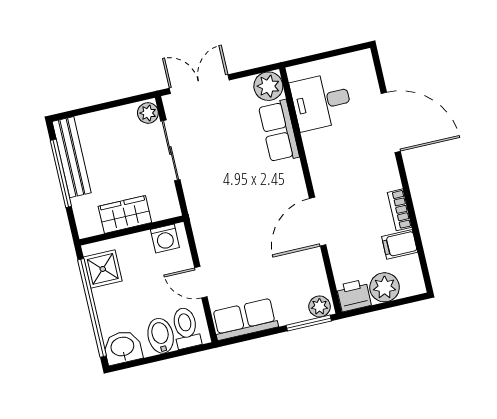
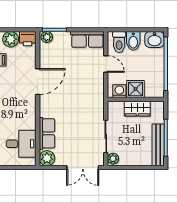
shower: (103, 269) -> (136, 89), moved

